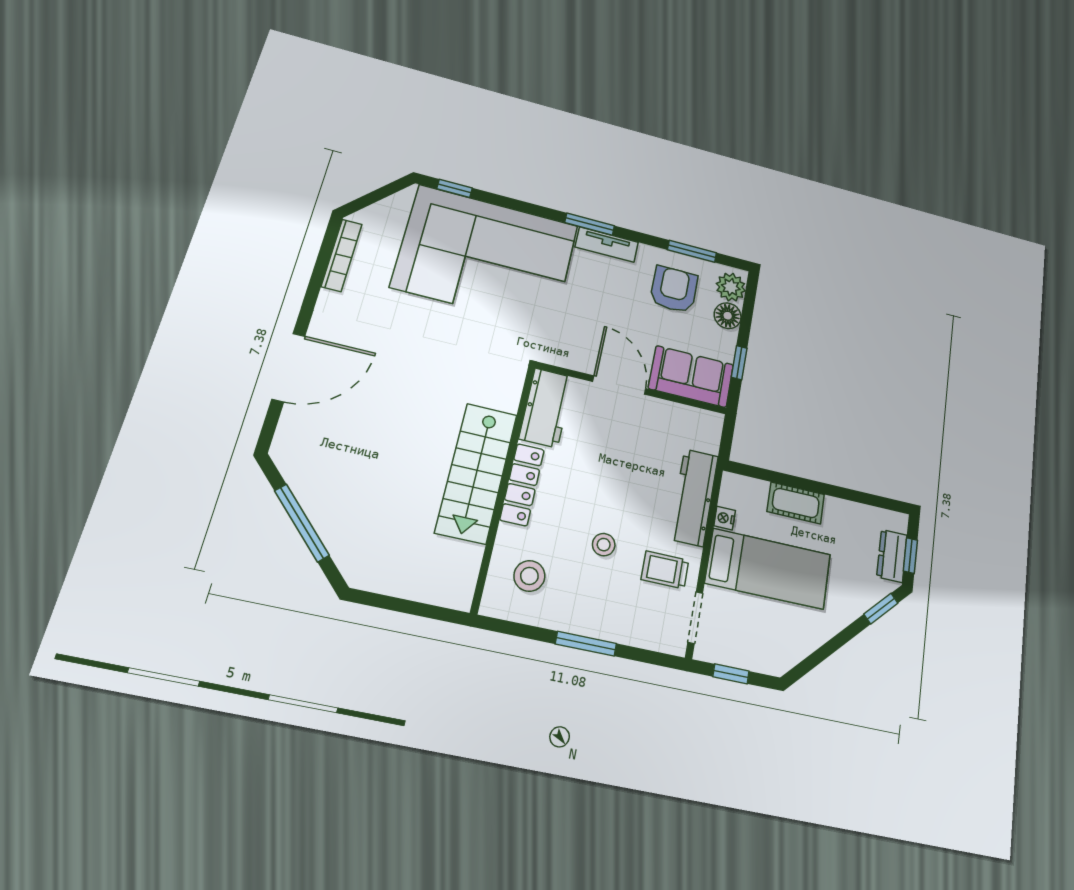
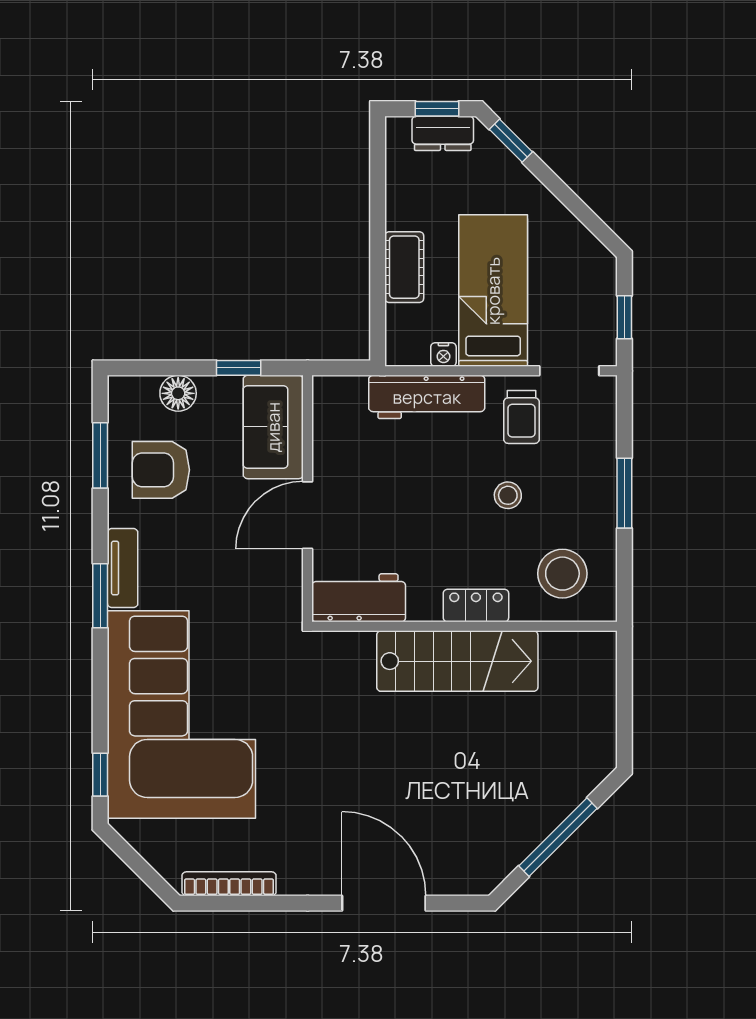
plant: (731, 287) -> (137, 396), removed
locker: (522, 485) -> (476, 606), width x0.66
stool: (529, 576) -> (562, 574), width x1.38, depth x1.38

